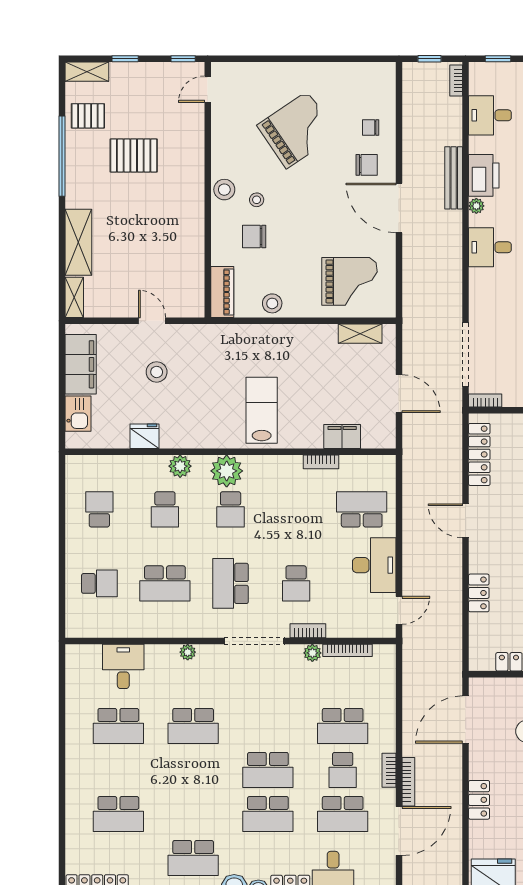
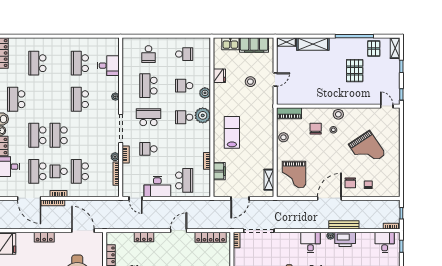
desk: (490, 115) -> (385, 242), moved
lab bench: (262, 410) -> (232, 132), turned -90

